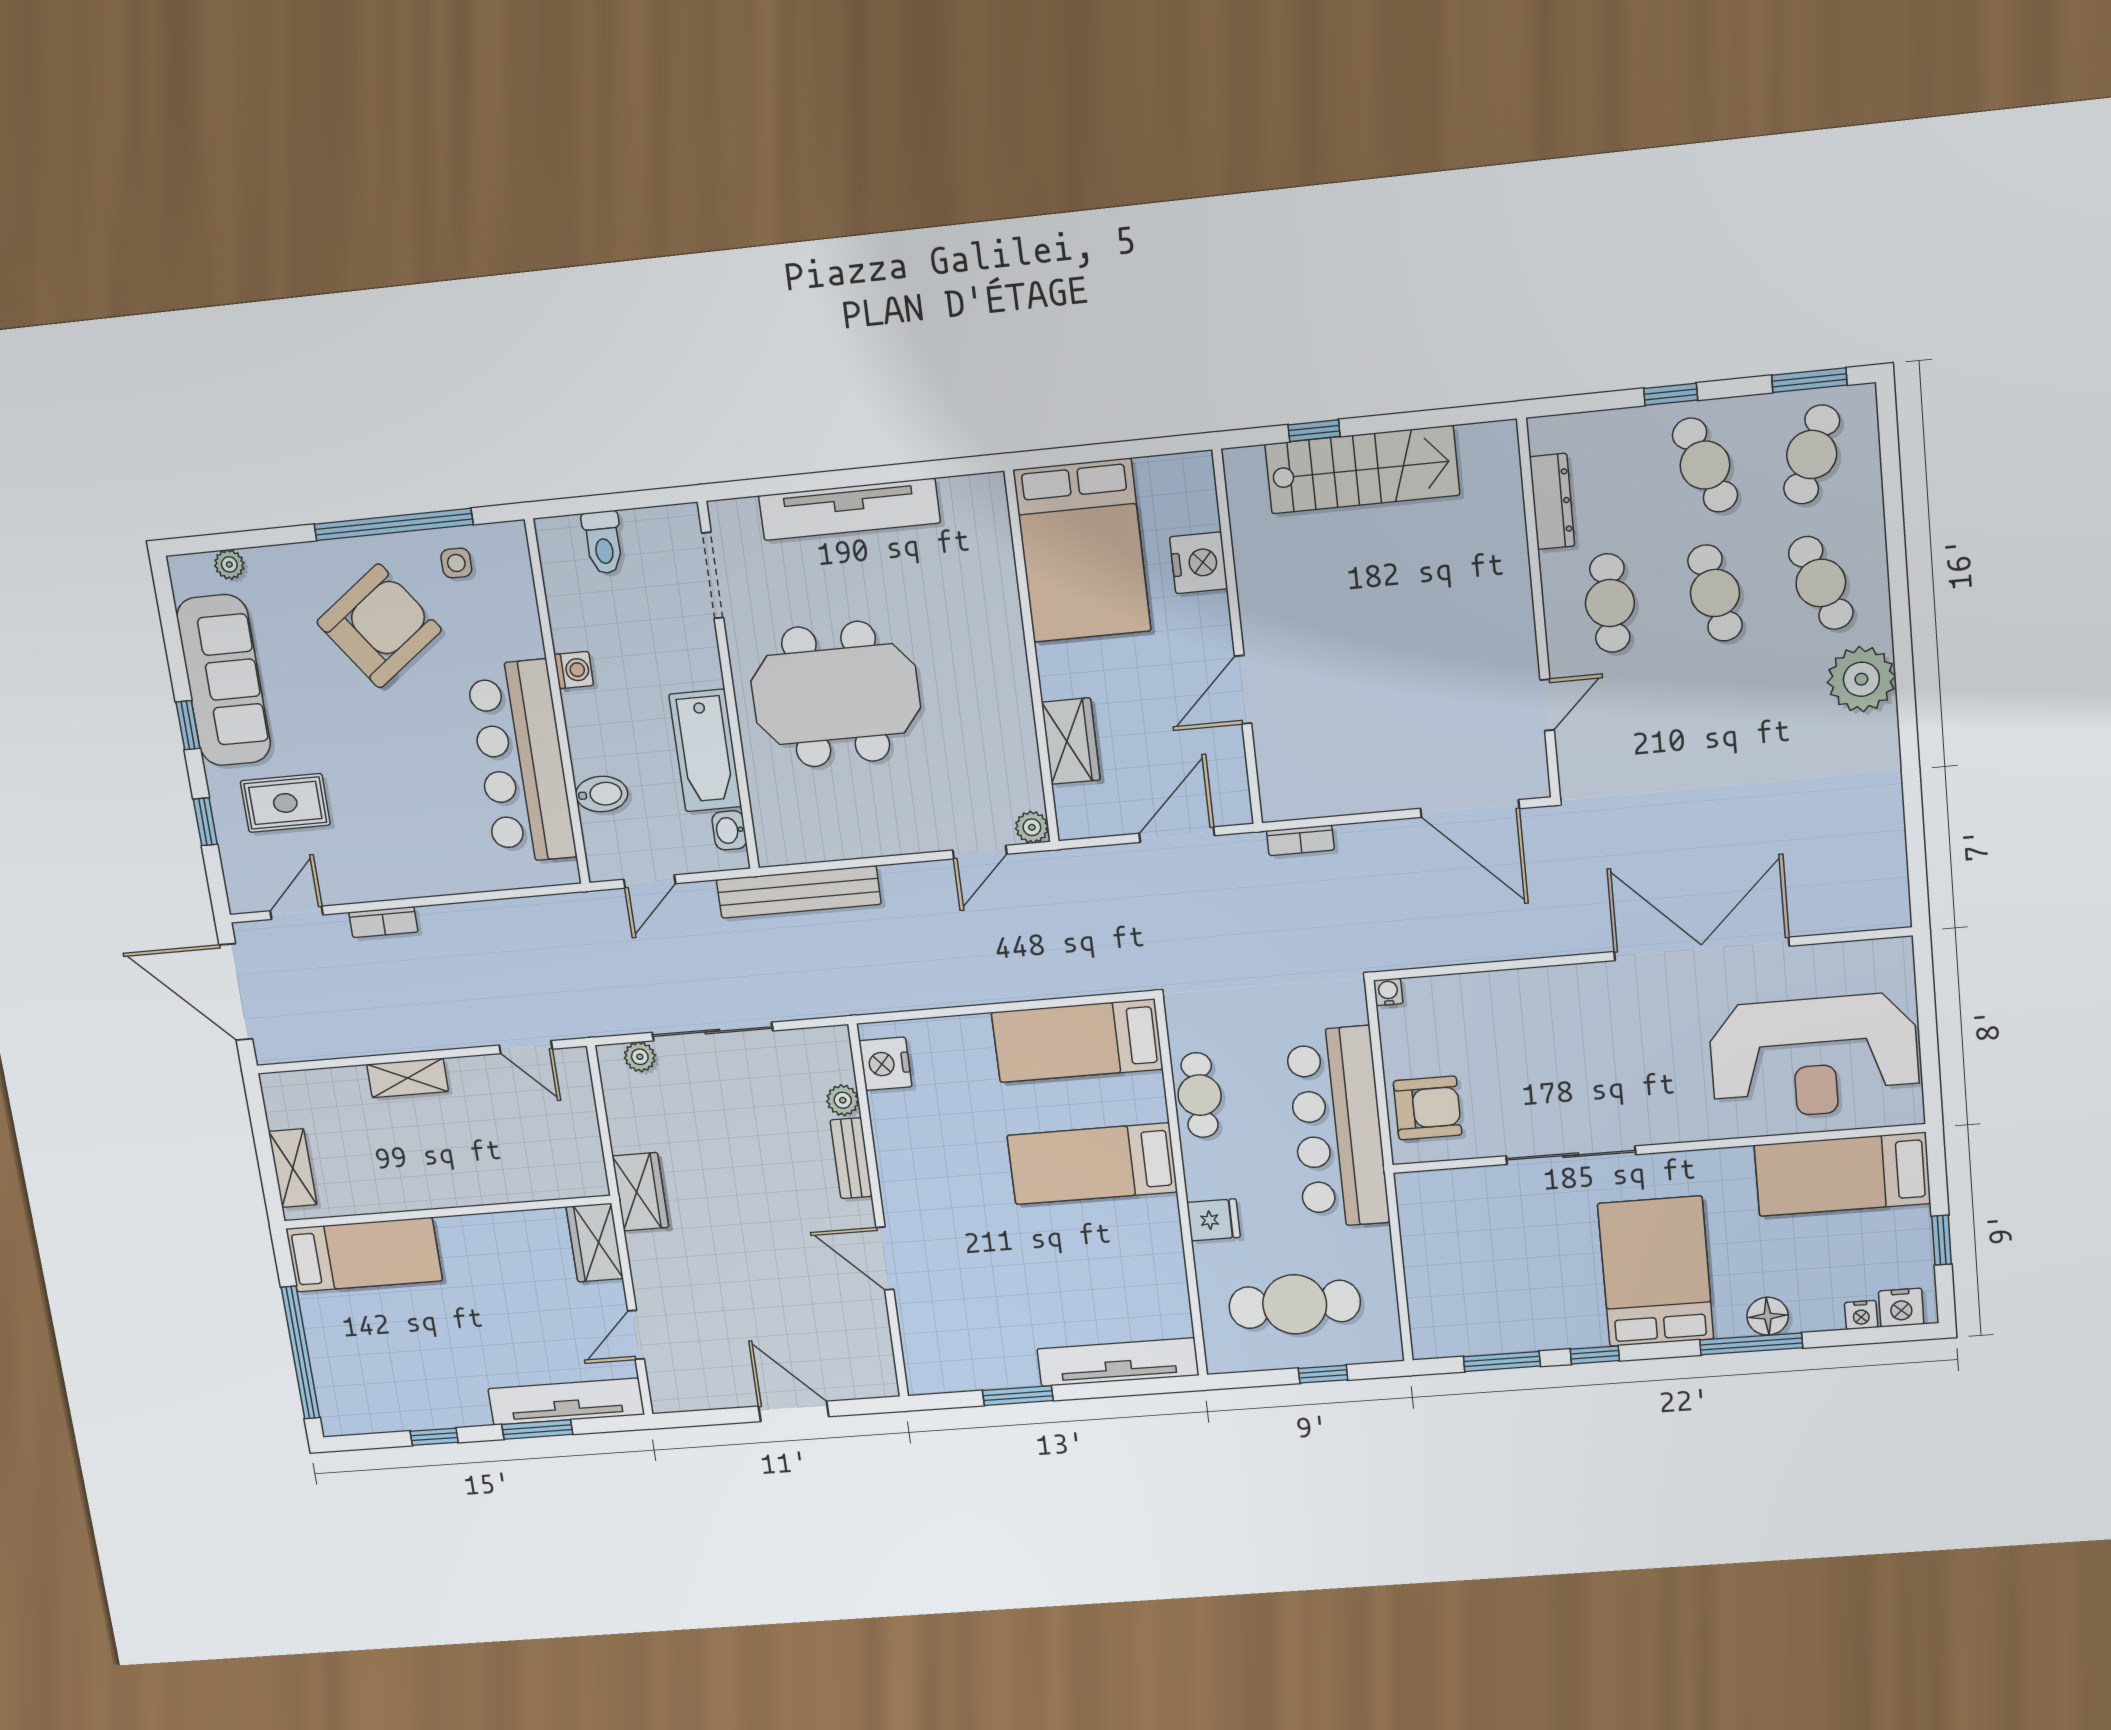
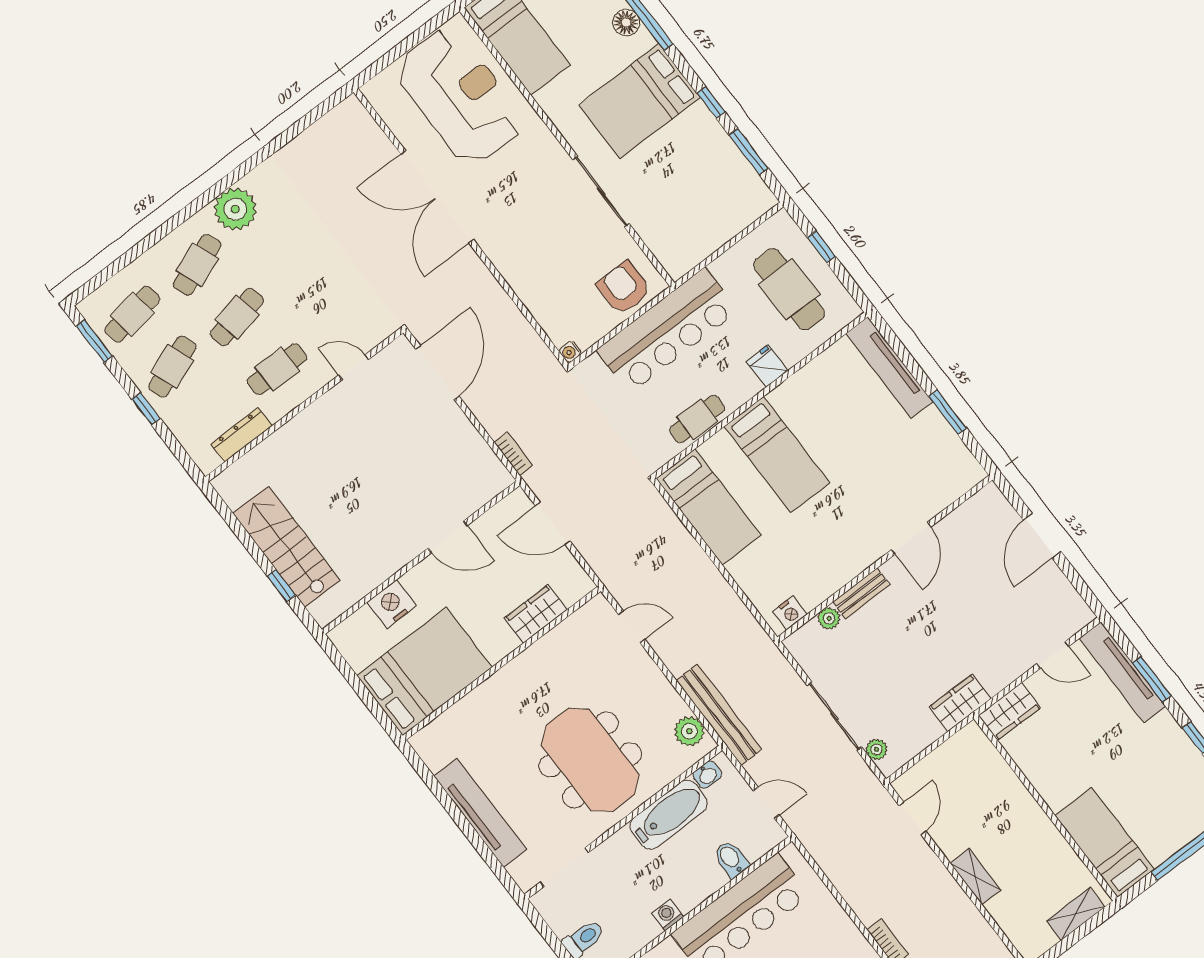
cafe table: (1812, 454) -> (132, 314), turned -30
plant: (1032, 827) -> (689, 731), moved, width x1.38, depth x1.38
nightstand: (885, 1064) -> (790, 613), width x0.74, depth x0.75

